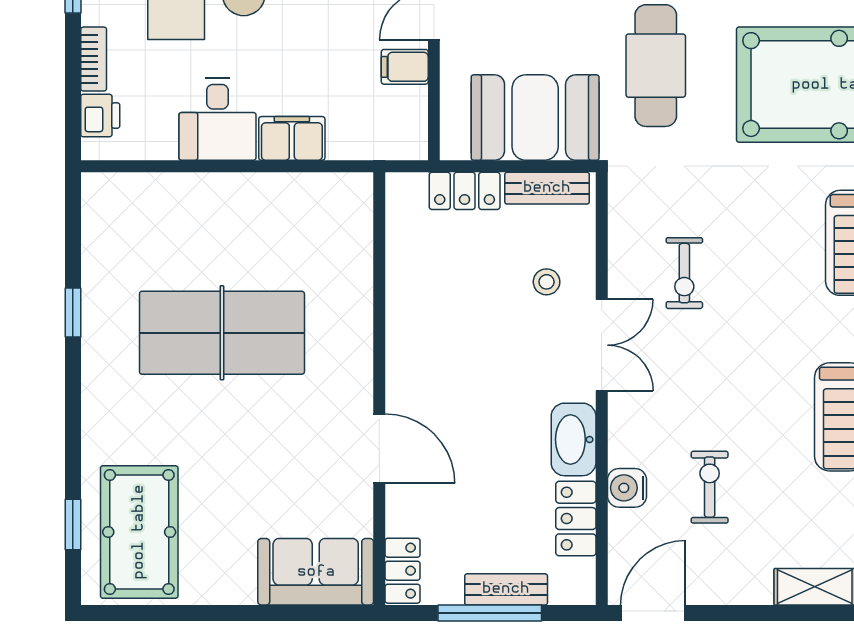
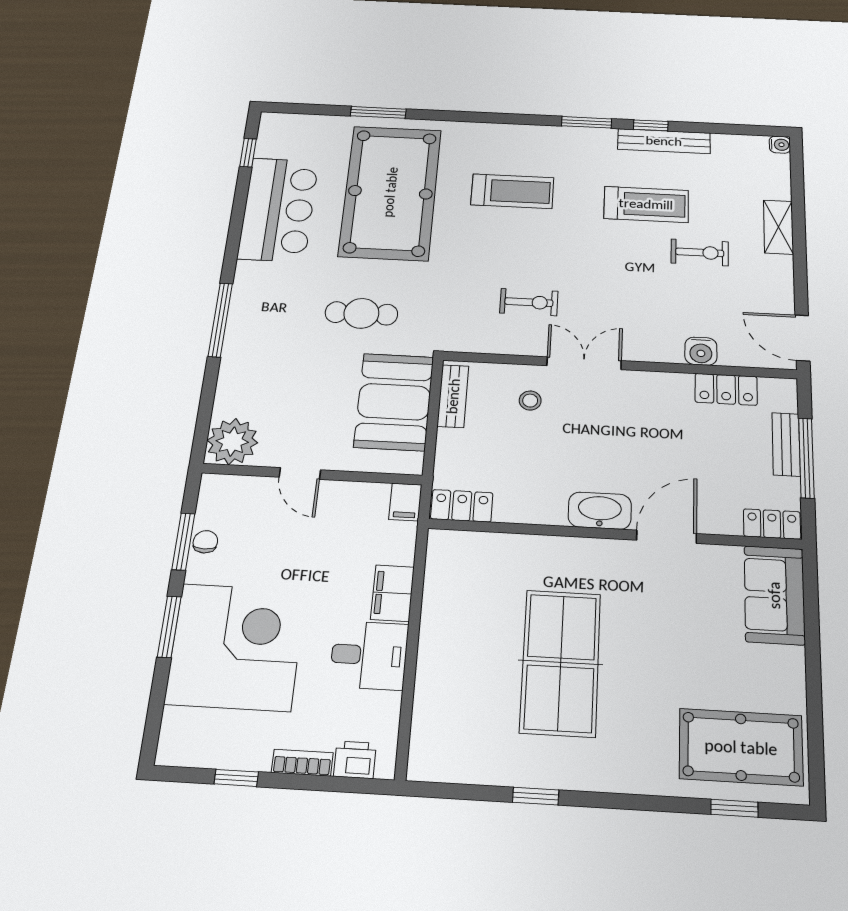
cafe table: (656, 66) -> (361, 313), width x0.73, depth x0.74
filing cabinet: (405, 67) -> (405, 502), moved
locker: (465, 191) -> (462, 506), moved, turned -90
washbasin: (574, 439) -> (600, 511), moved, turned 180
exercise bike: (710, 487) -> (700, 252), moved, turned 180

